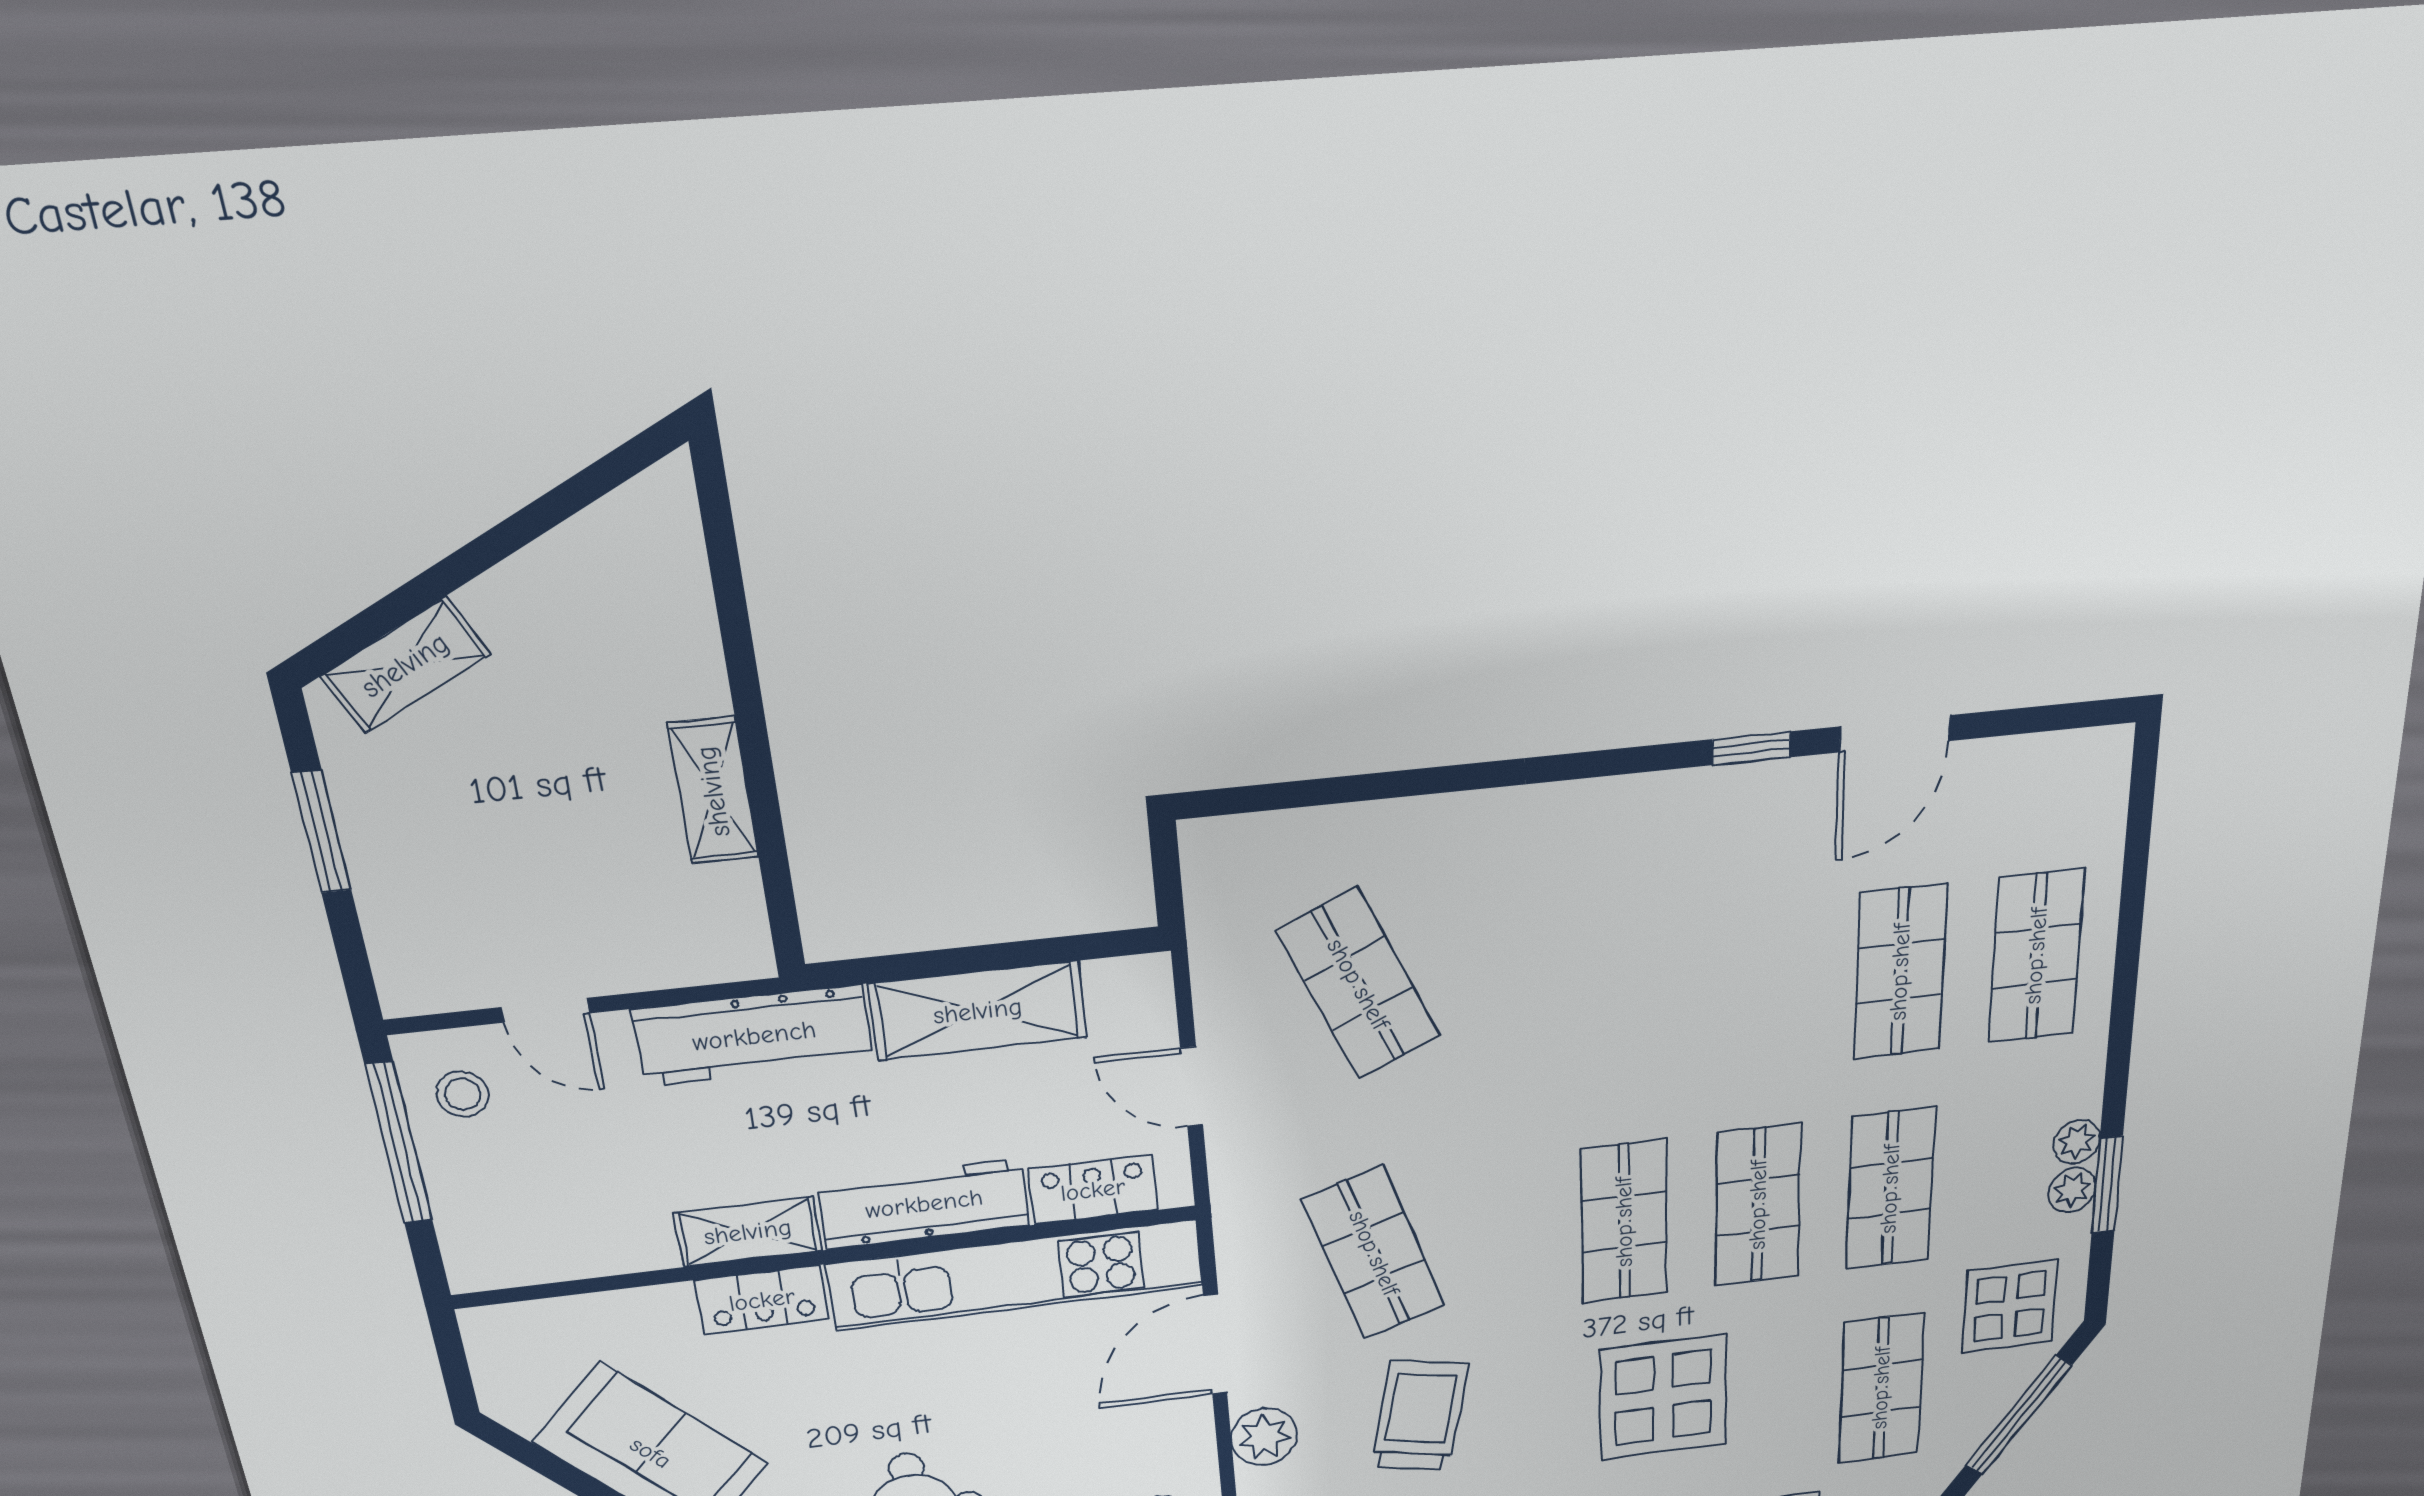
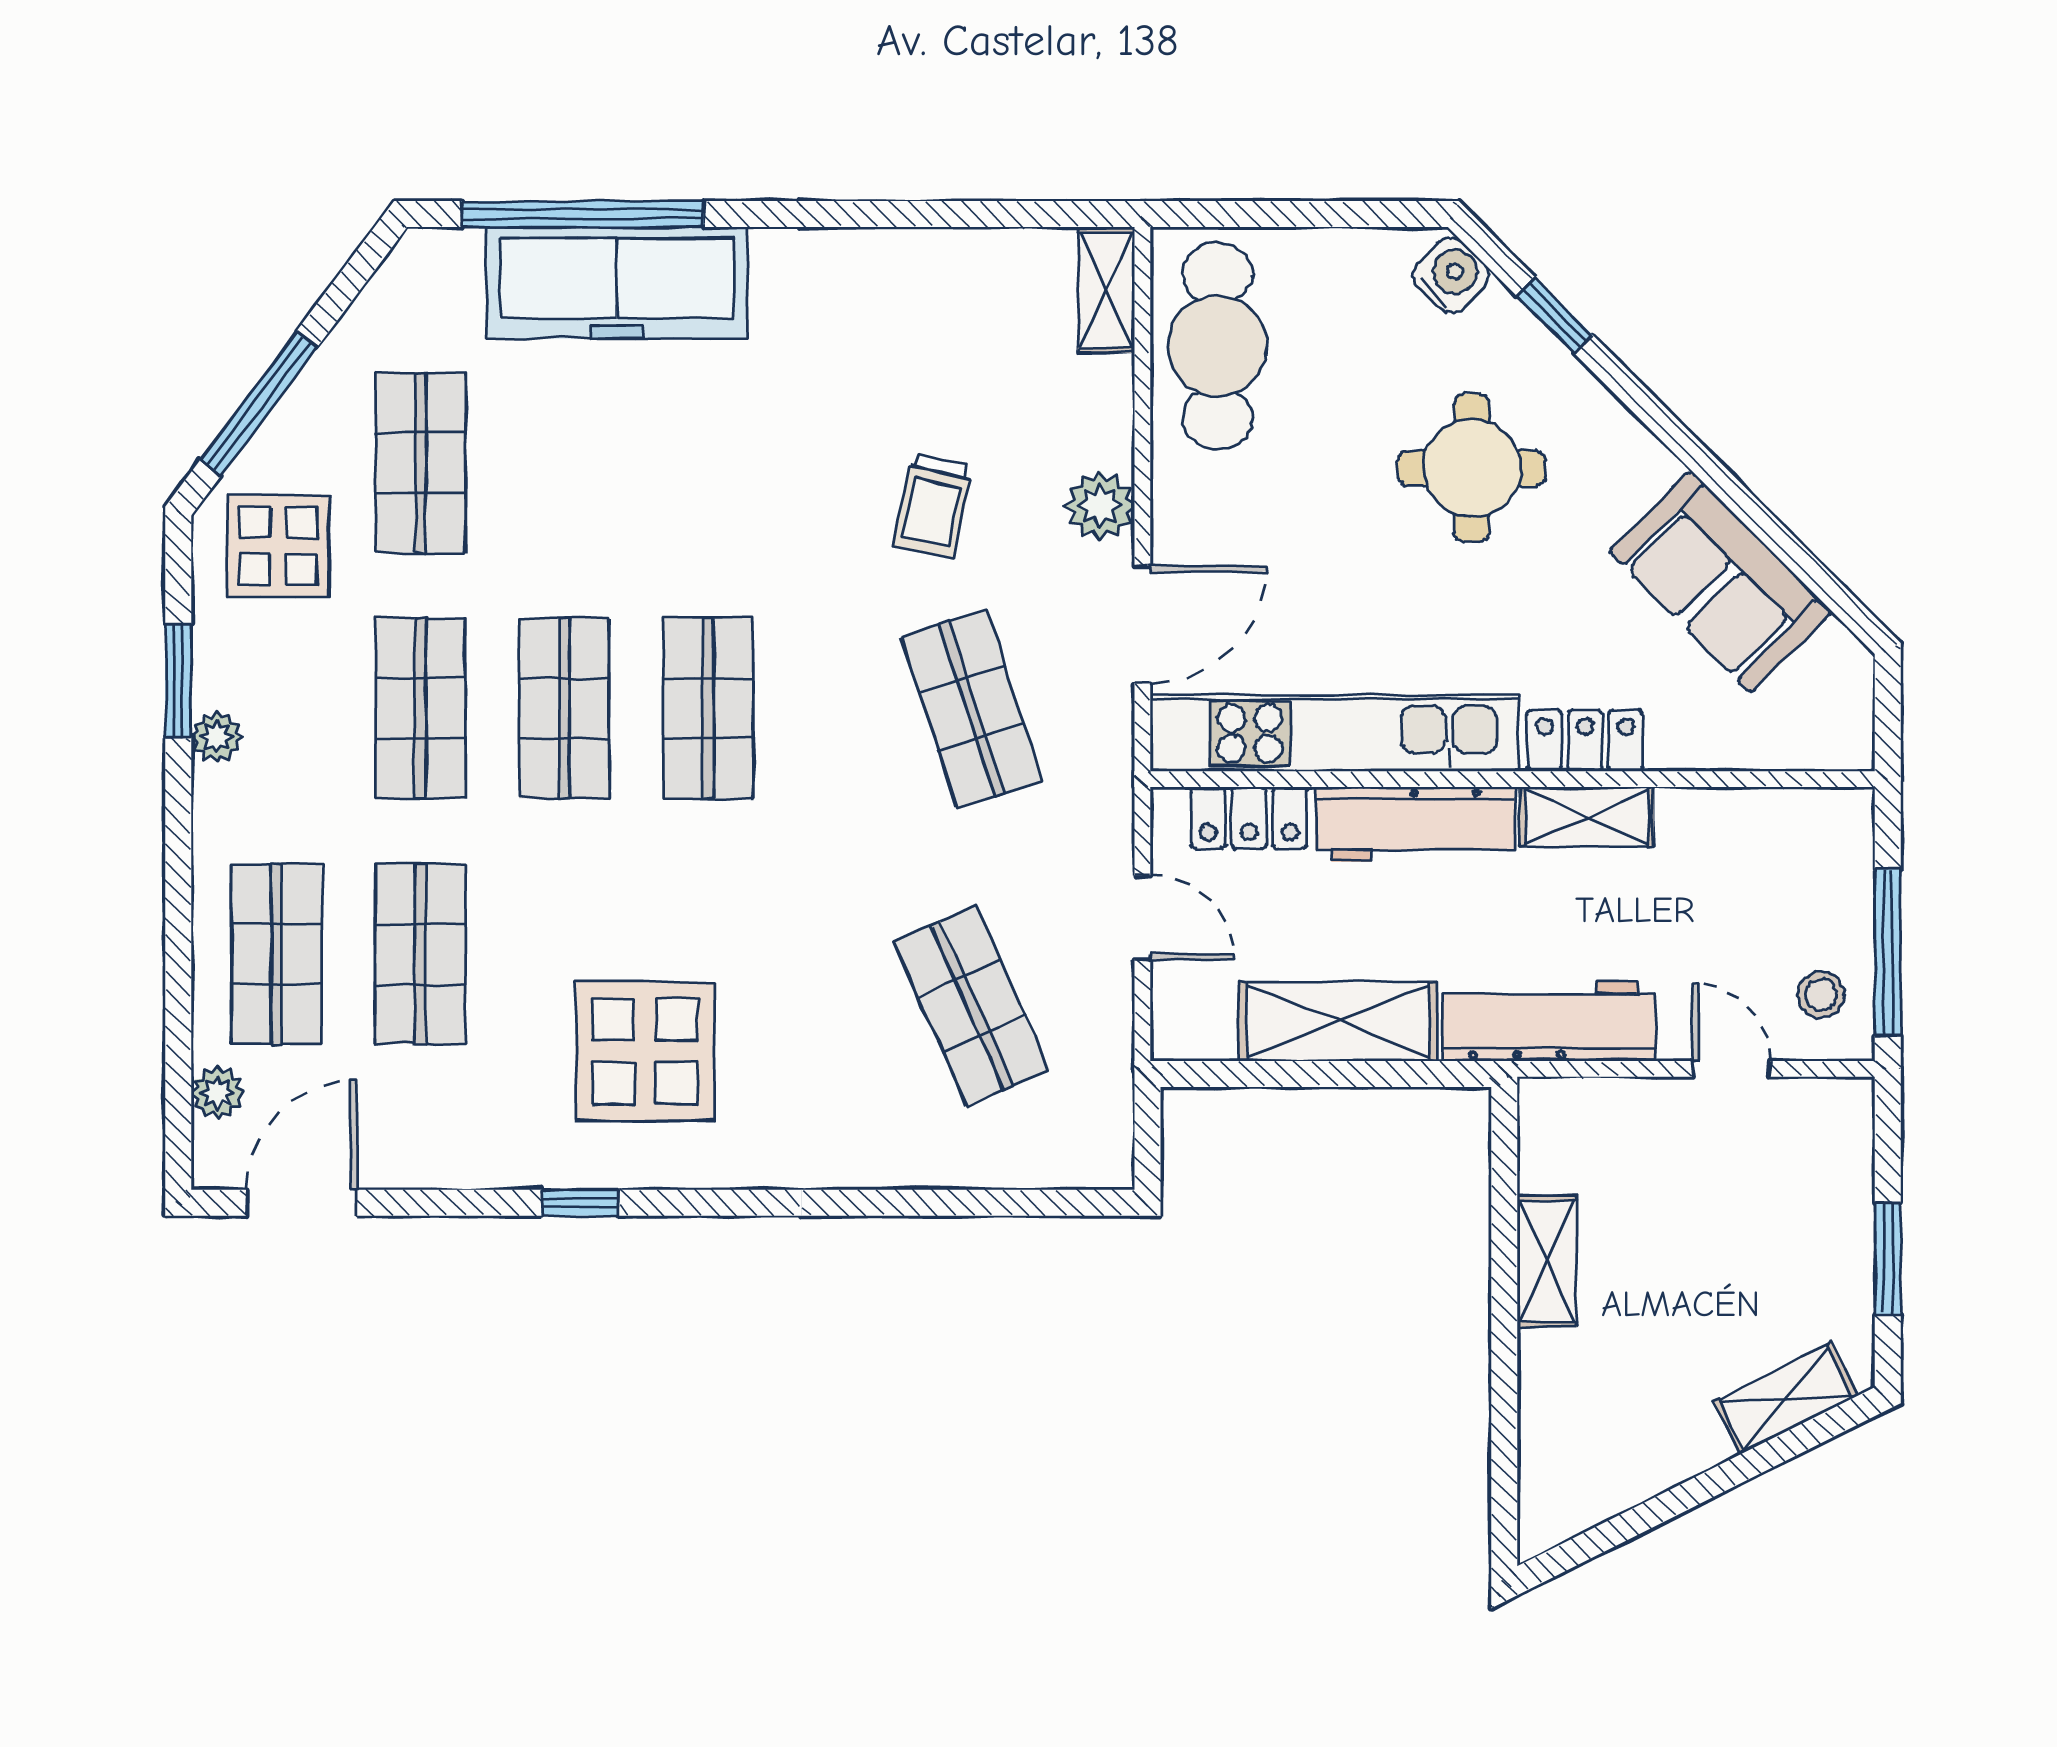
door: (1895, 734) -> (302, 1203), moved
plant: (2072, 1190) -> (217, 1093), moved
display table: (1663, 1397) -> (645, 1052), moved
trolley: (1419, 1416) -> (933, 506), width x0.73, depth x0.72

